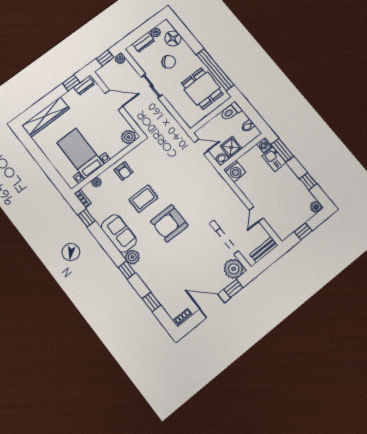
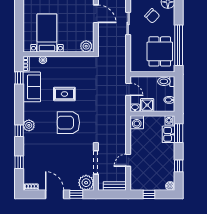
armchair: (124, 171) -> (66, 66), removed
sofa: (119, 233) -> (32, 87), moved

